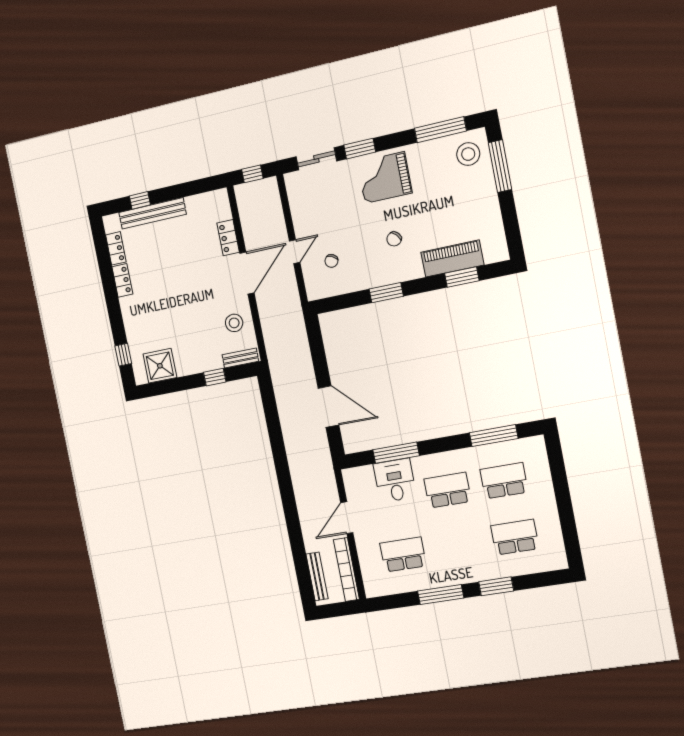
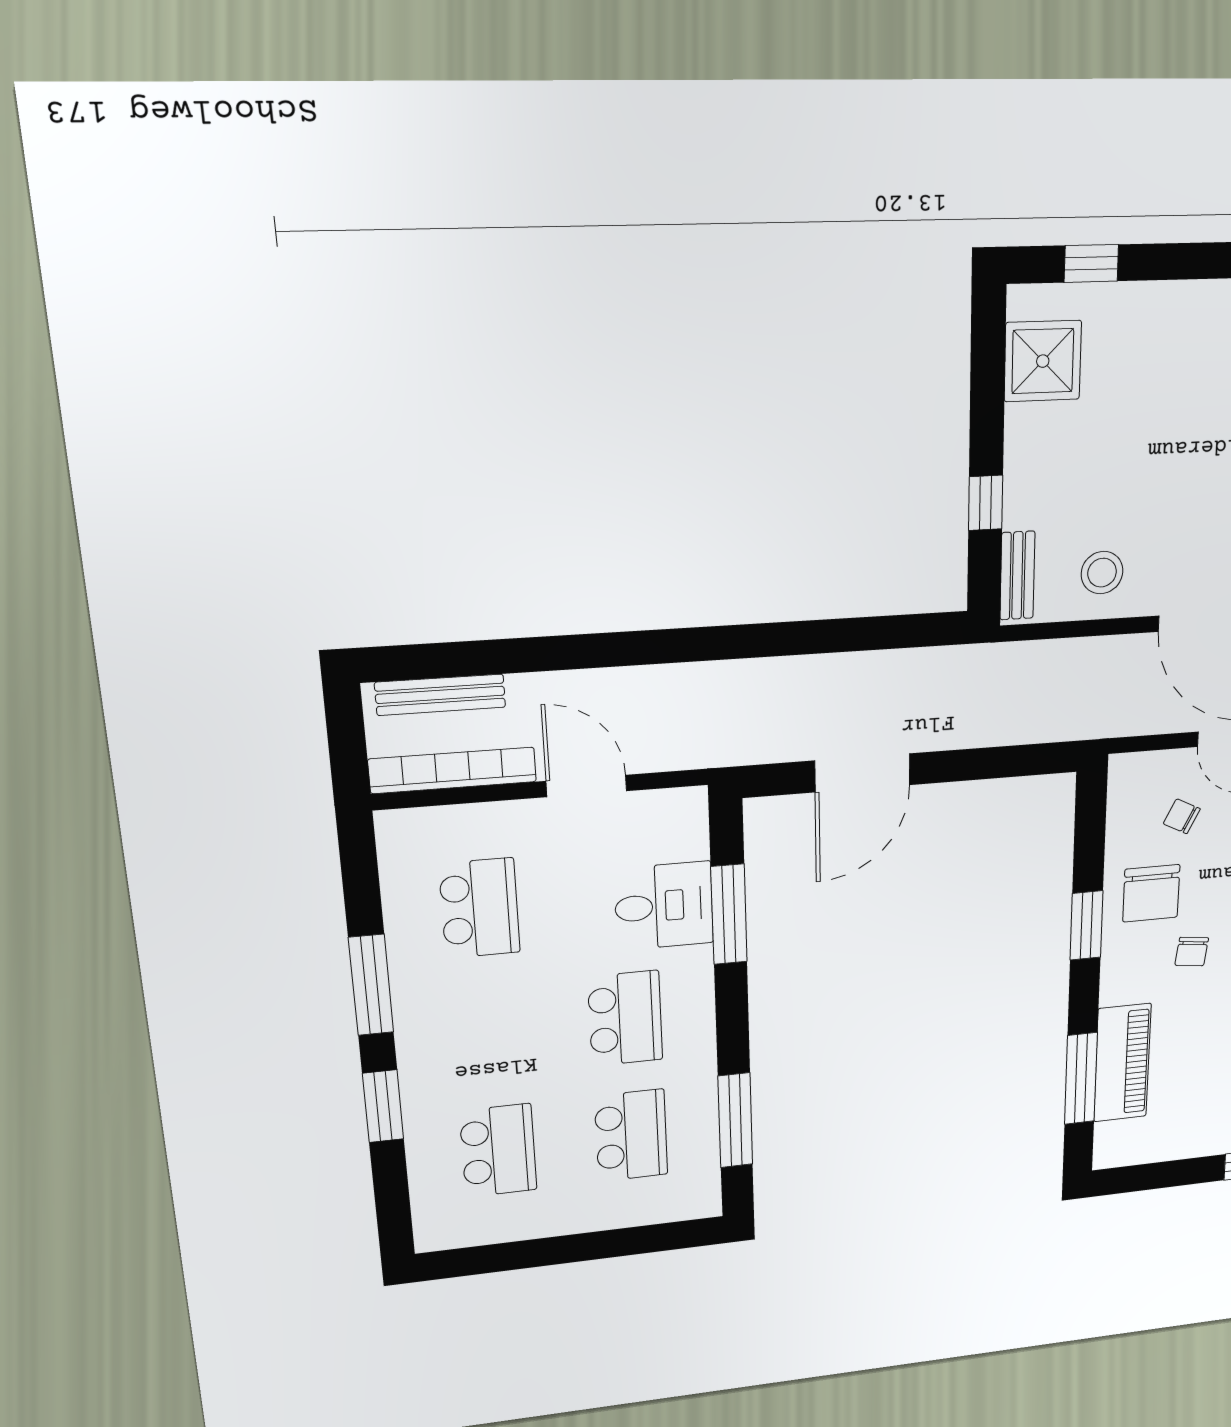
chair: (394, 239) -> (1192, 952), turned -130
chair: (368, 266) -> (1151, 893), added
window: (462, 277) -> (1081, 1079), width x1.44

